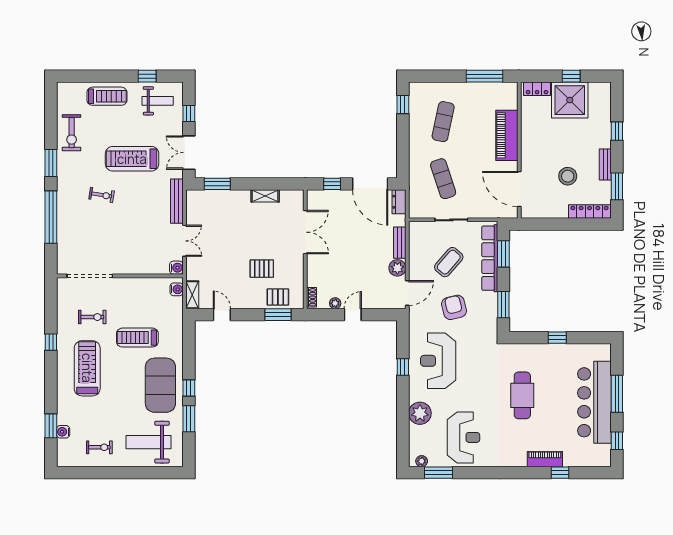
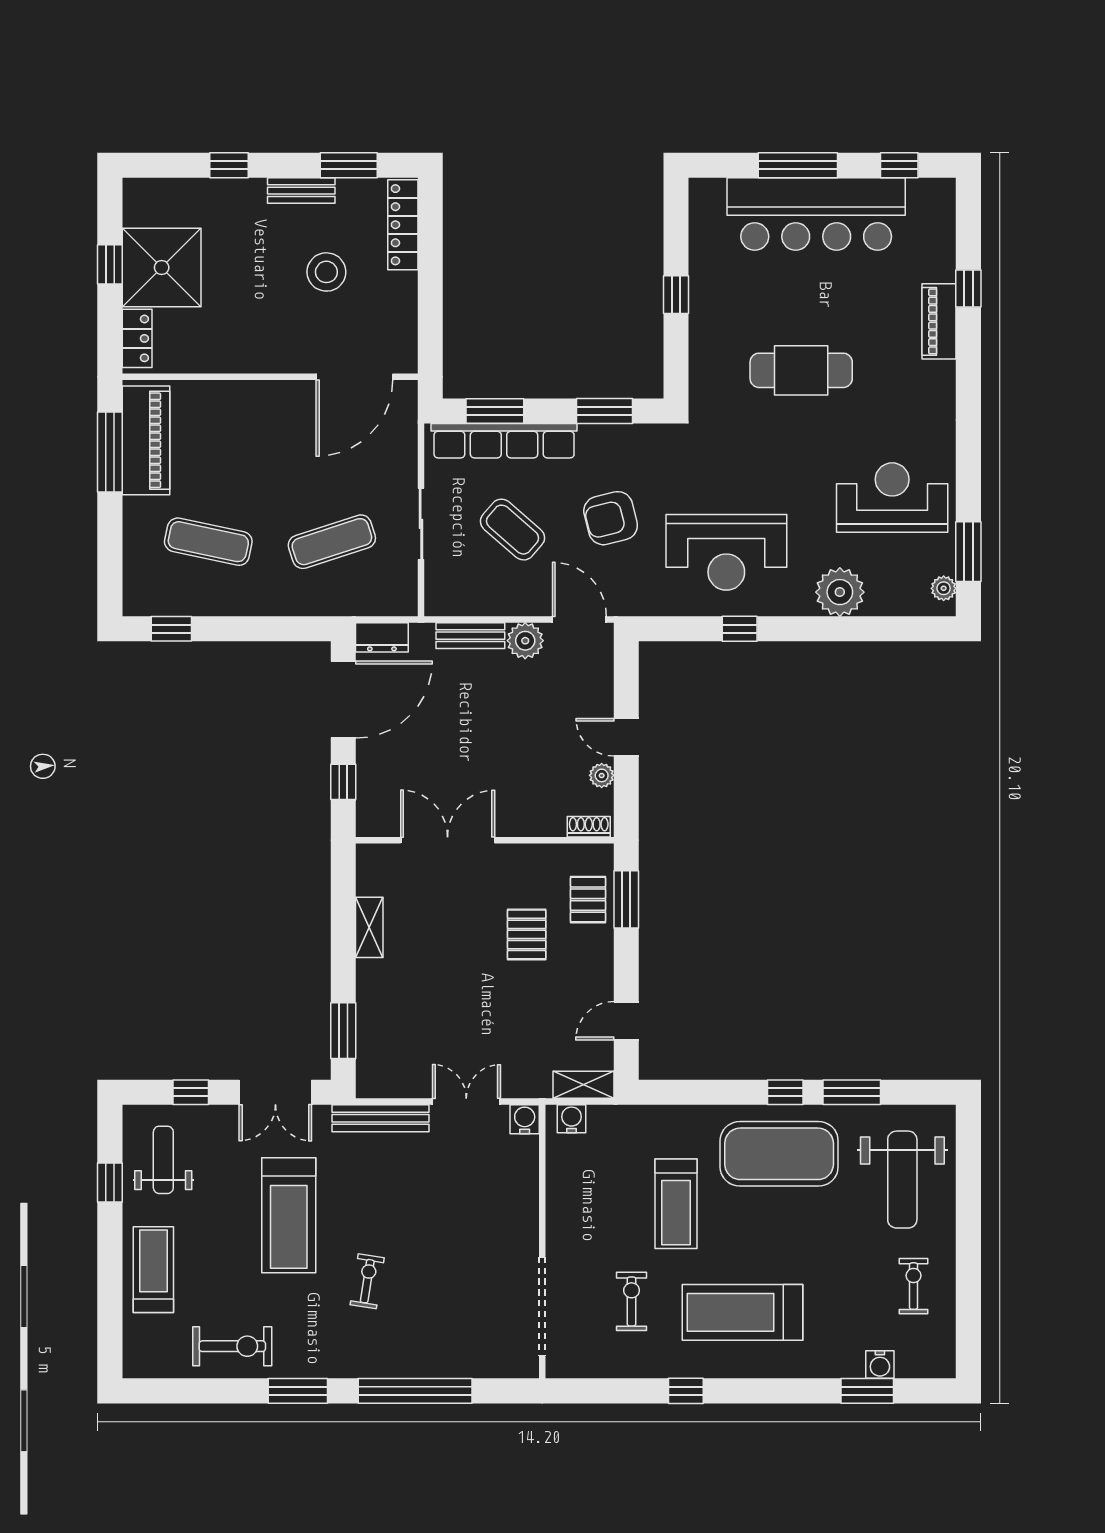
piano: (507, 135) -> (146, 440), moved, turned -90

